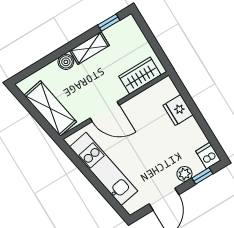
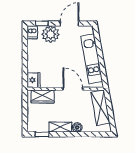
fridge: (178, 110) -> (33, 80), moved
plant: (184, 174) -> (51, 34), width x1.88, depth x1.88

